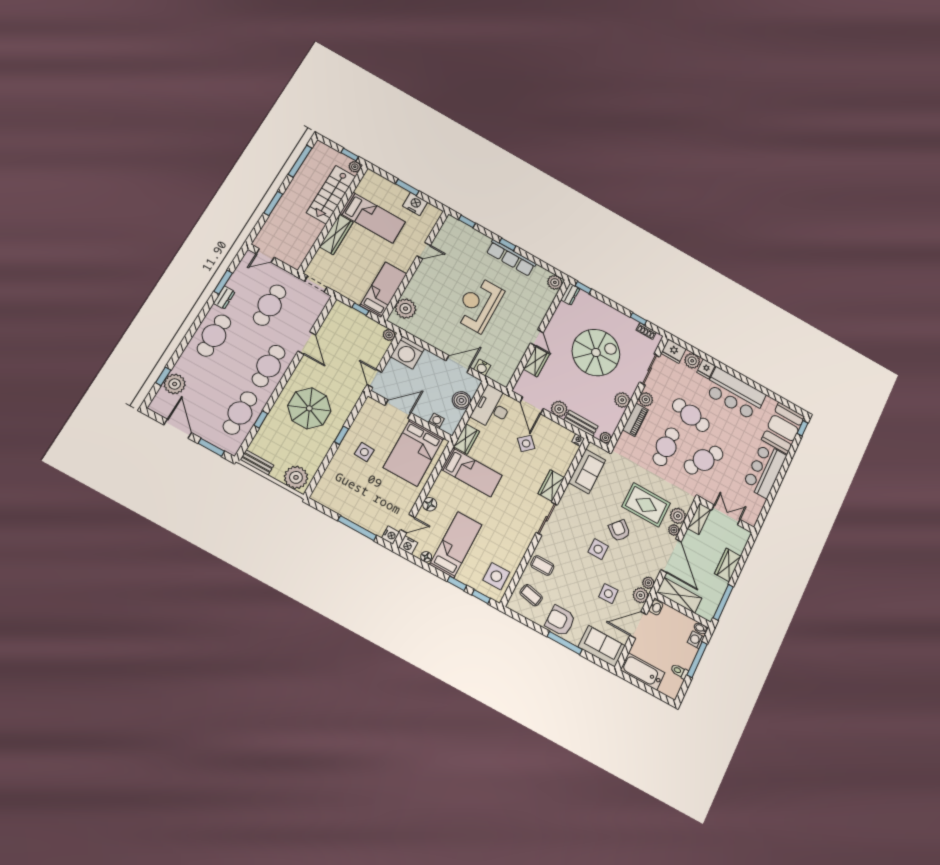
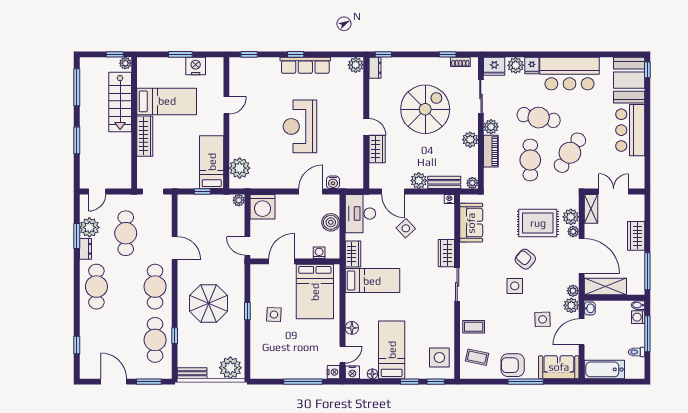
plant: (175, 384) -> (89, 227), moved

